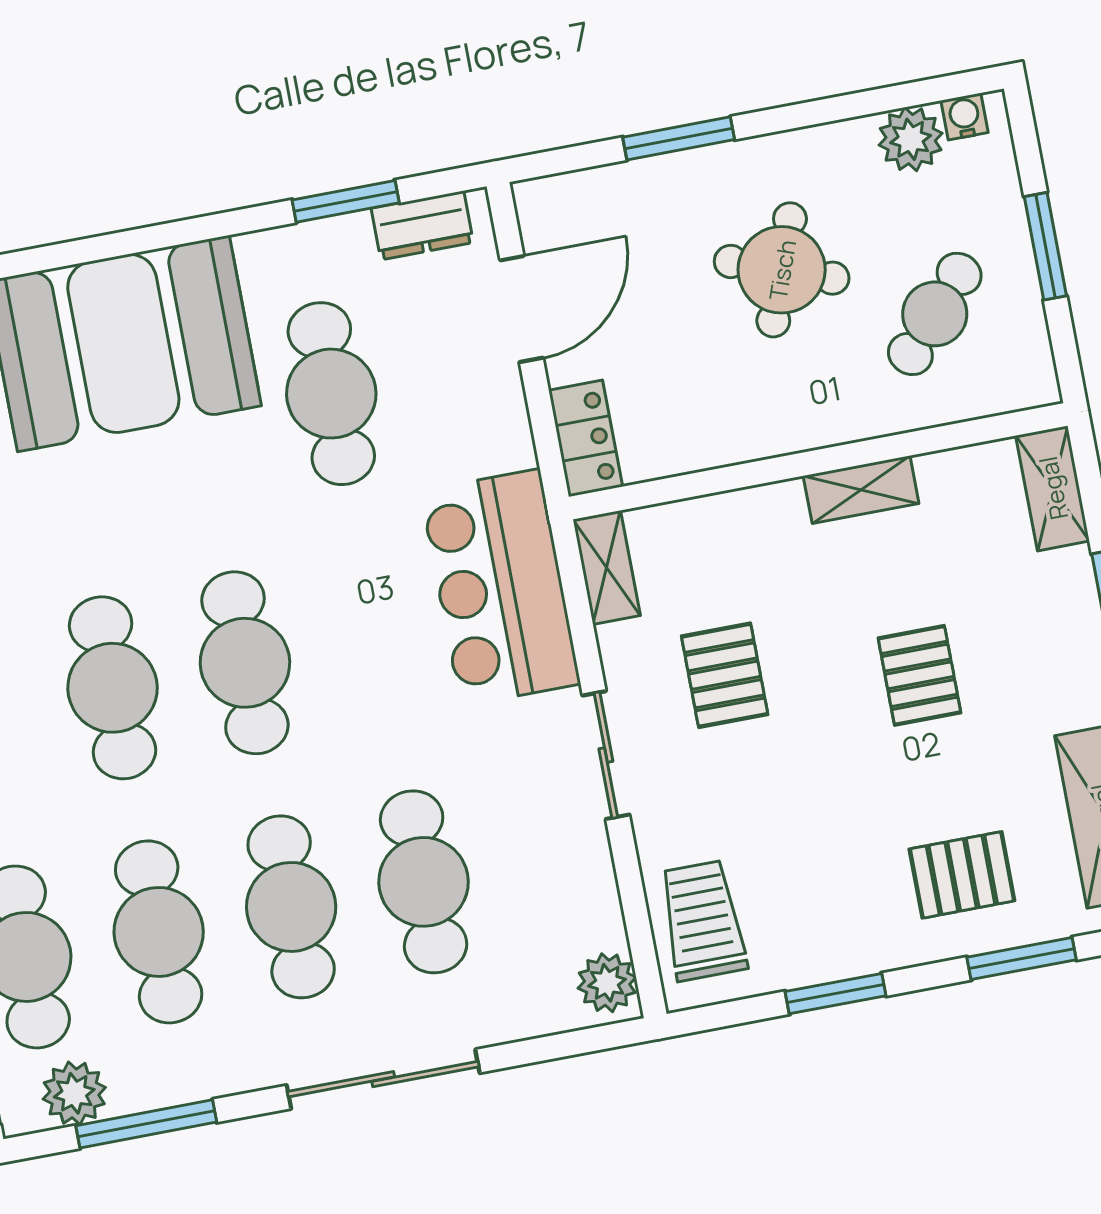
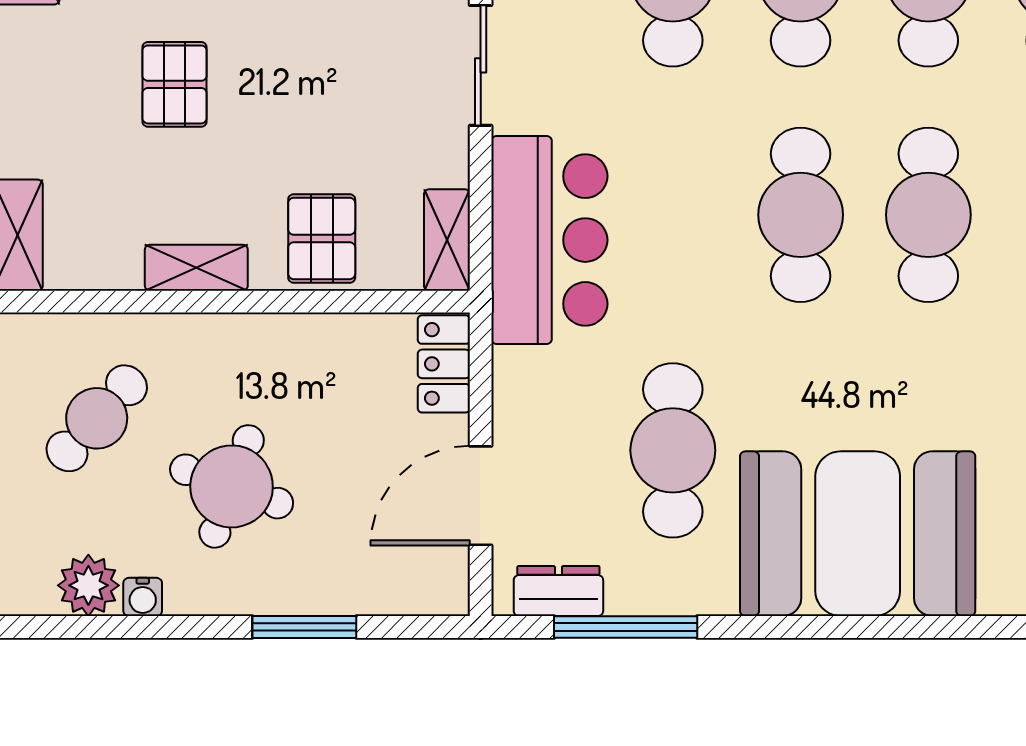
water cooler: (965, 117) -> (143, 597), moved
window: (346, 201) -> (626, 627), width x1.44
pallet: (725, 675) -> (322, 238), moved

